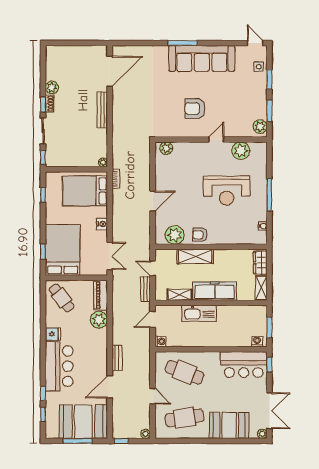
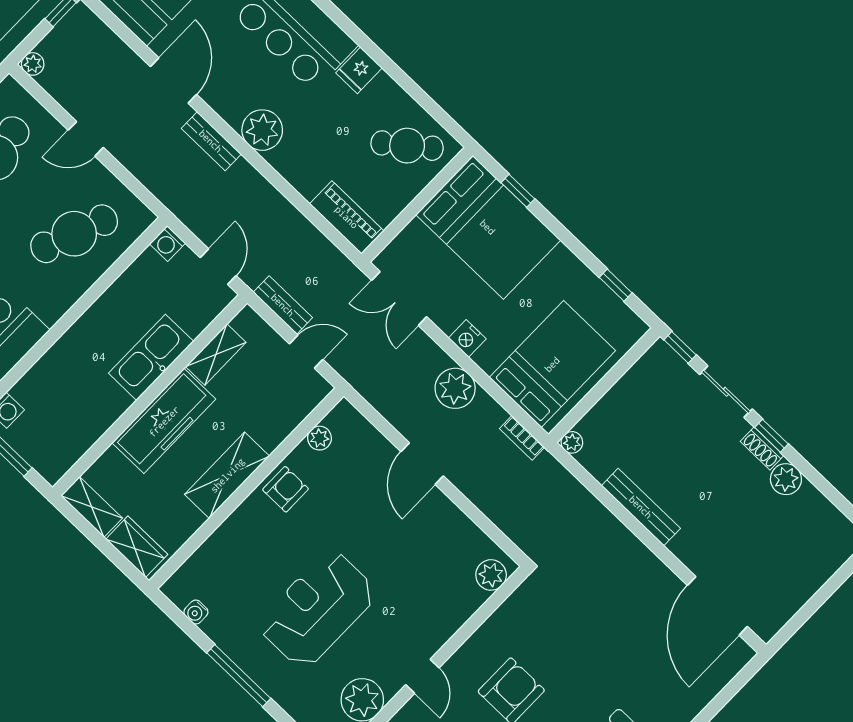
bench: (102, 110) -> (641, 507), moved
plant: (120, 213) -> (455, 388), added
plant: (175, 235) -> (319, 438), width x0.53, depth x0.53
shelving: (195, 256) -> (227, 475), moved
plant: (99, 320) -> (262, 130), moved

